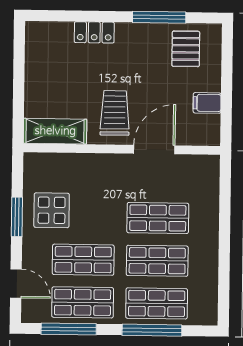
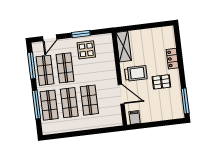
window: (159, 17) -> (185, 101), moved
pallet: (186, 49) -> (161, 82), moved
filing cabinet: (207, 103) -> (135, 117), moved

